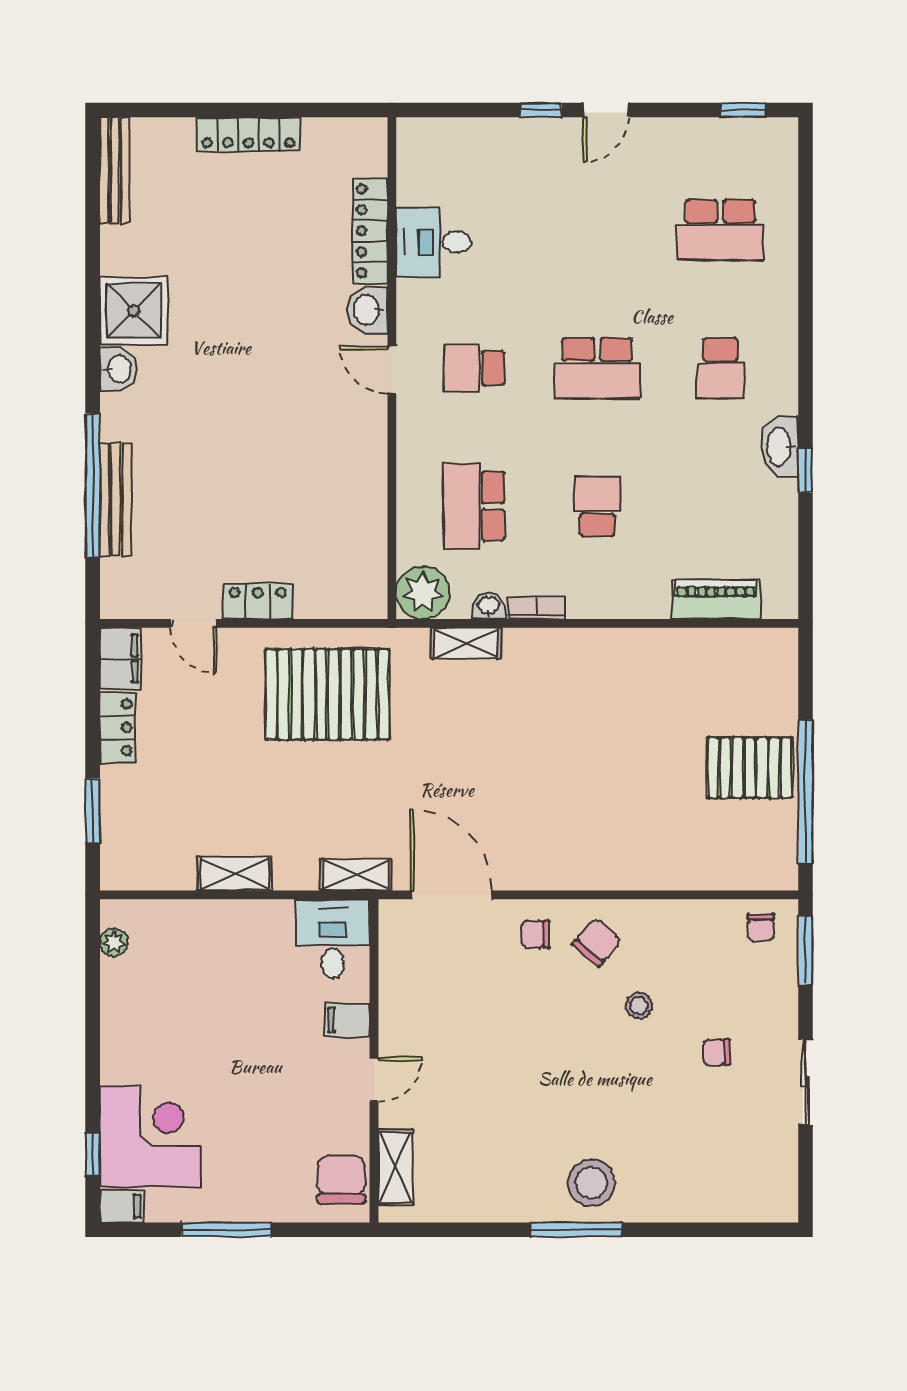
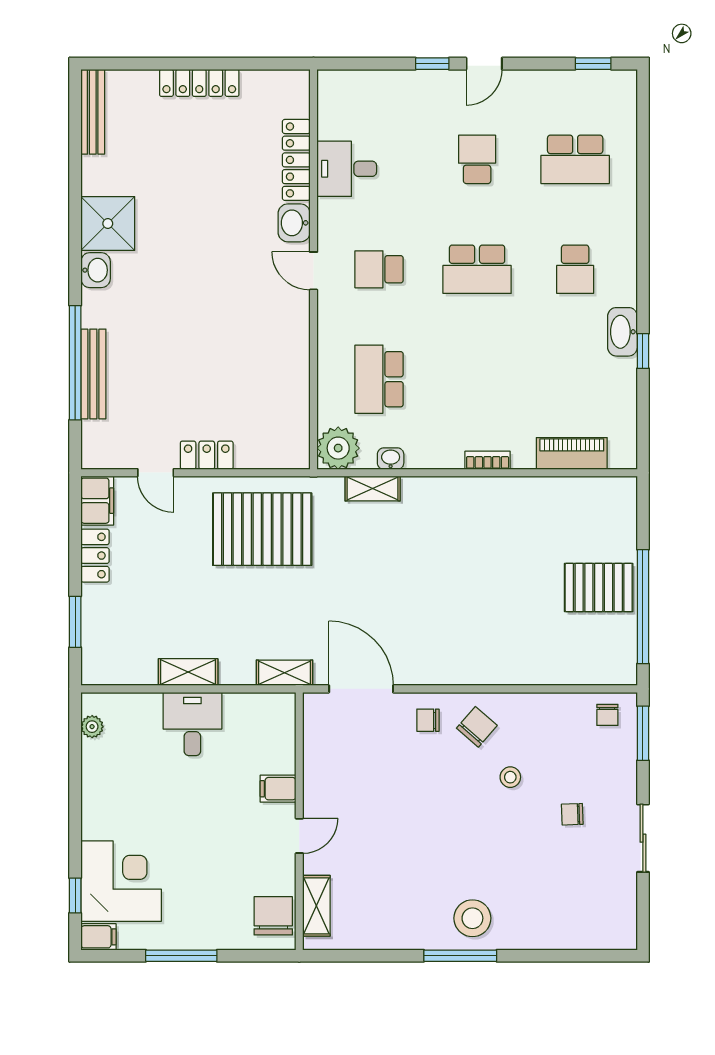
school desk: (597, 506) -> (477, 159), moved
bookcase: (536, 608) -> (488, 460), moved
desk: (333, 939) -> (192, 724), moved

